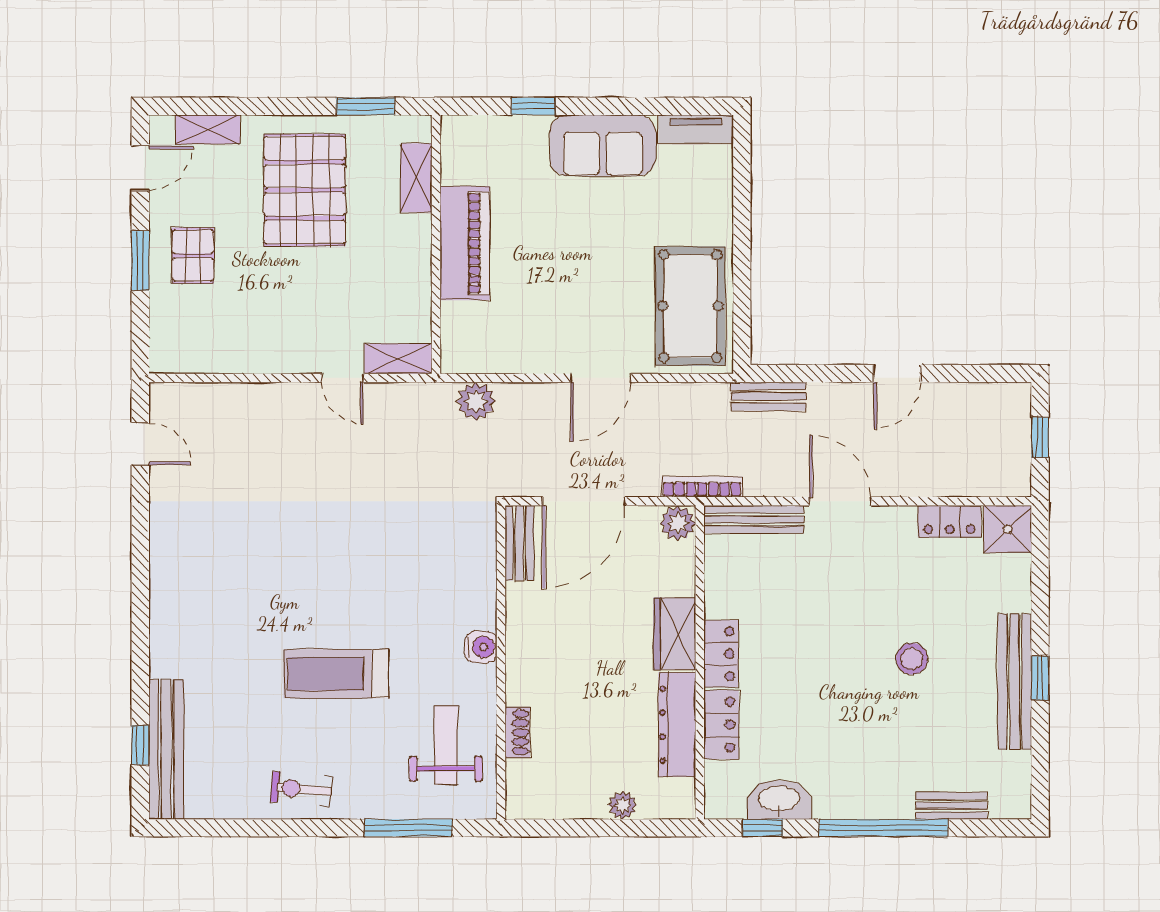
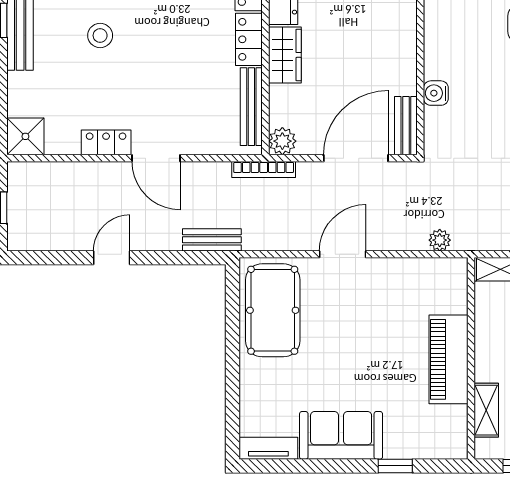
plant: (476, 401) -> (440, 240), width x0.73, depth x0.73
bench: (754, 519) -> (251, 107), moved, turned 90
locker: (949, 521) -> (106, 142), moved
water cooler: (481, 647) -> (436, 93), moved

